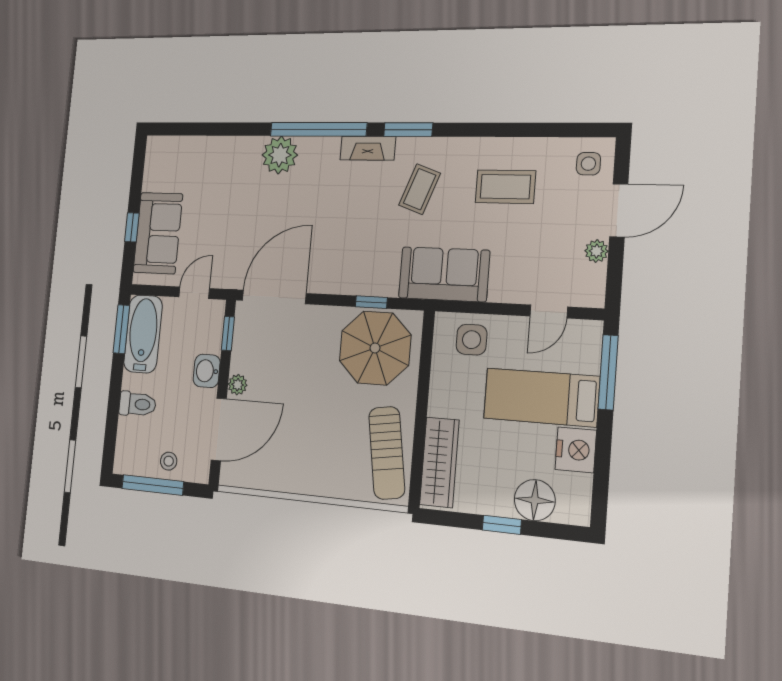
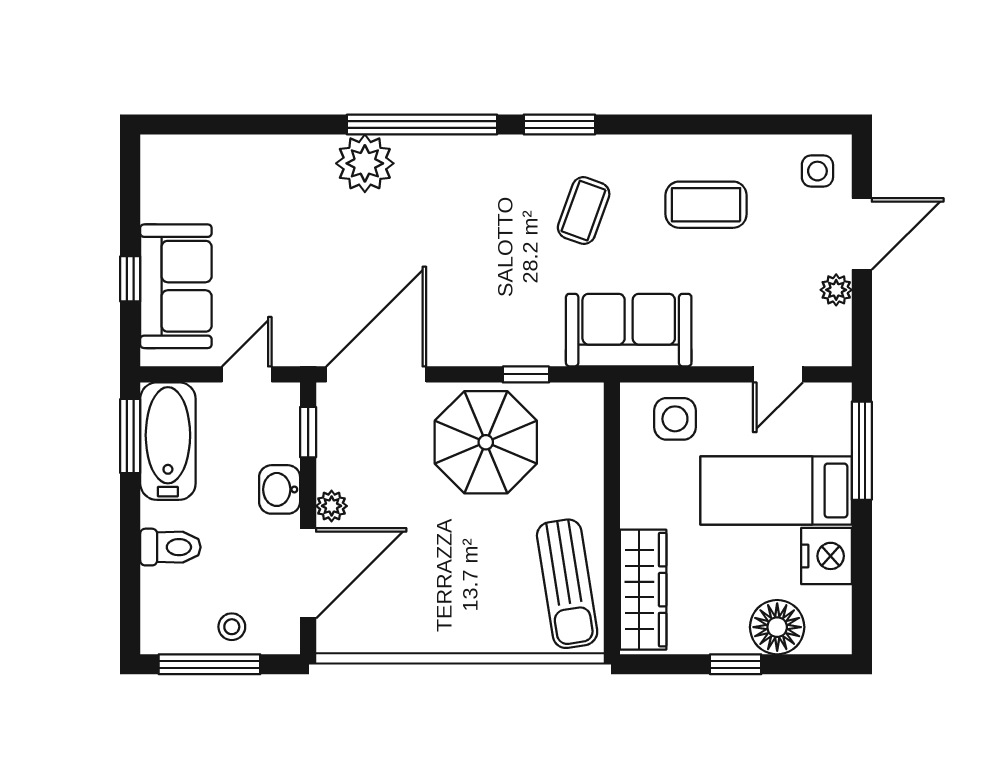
fireplace: (368, 148) -> (501, 152), removed
parasol: (375, 348) -> (486, 442), moved

